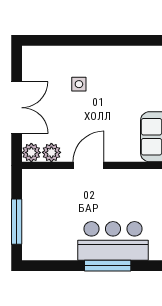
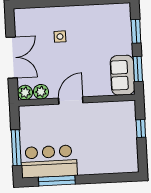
bar counter: (113, 241) -> (49, 161), moved
window: (108, 266) -> (57, 181), moved

